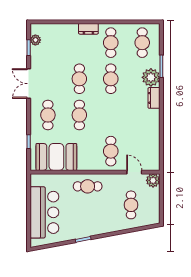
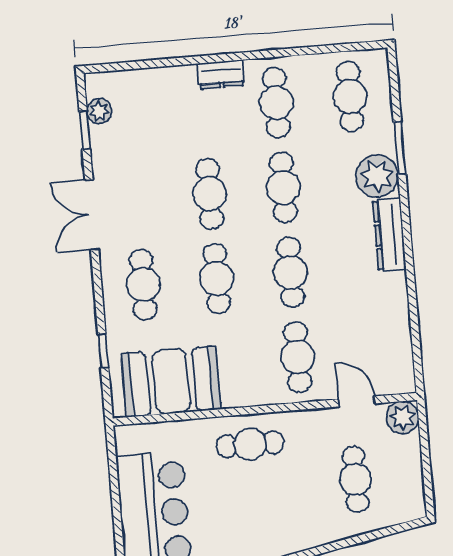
dresser: (154, 98) -> (389, 235), width x1.44
cafe table: (111, 115) -> (290, 272), added

